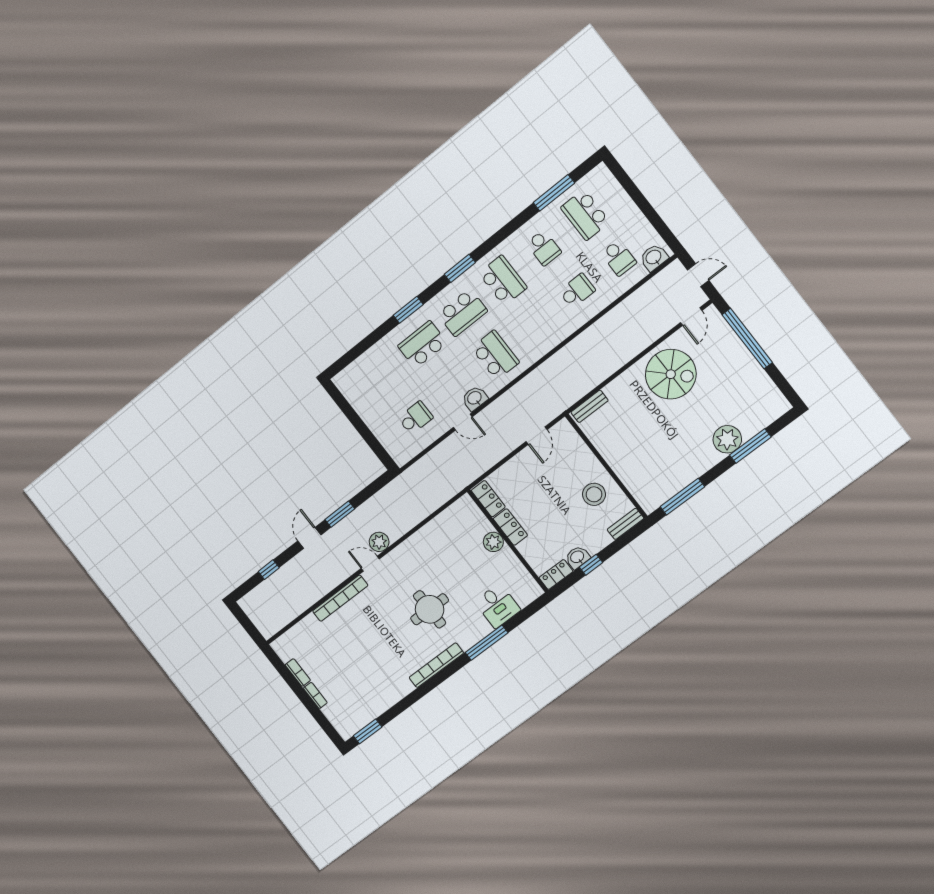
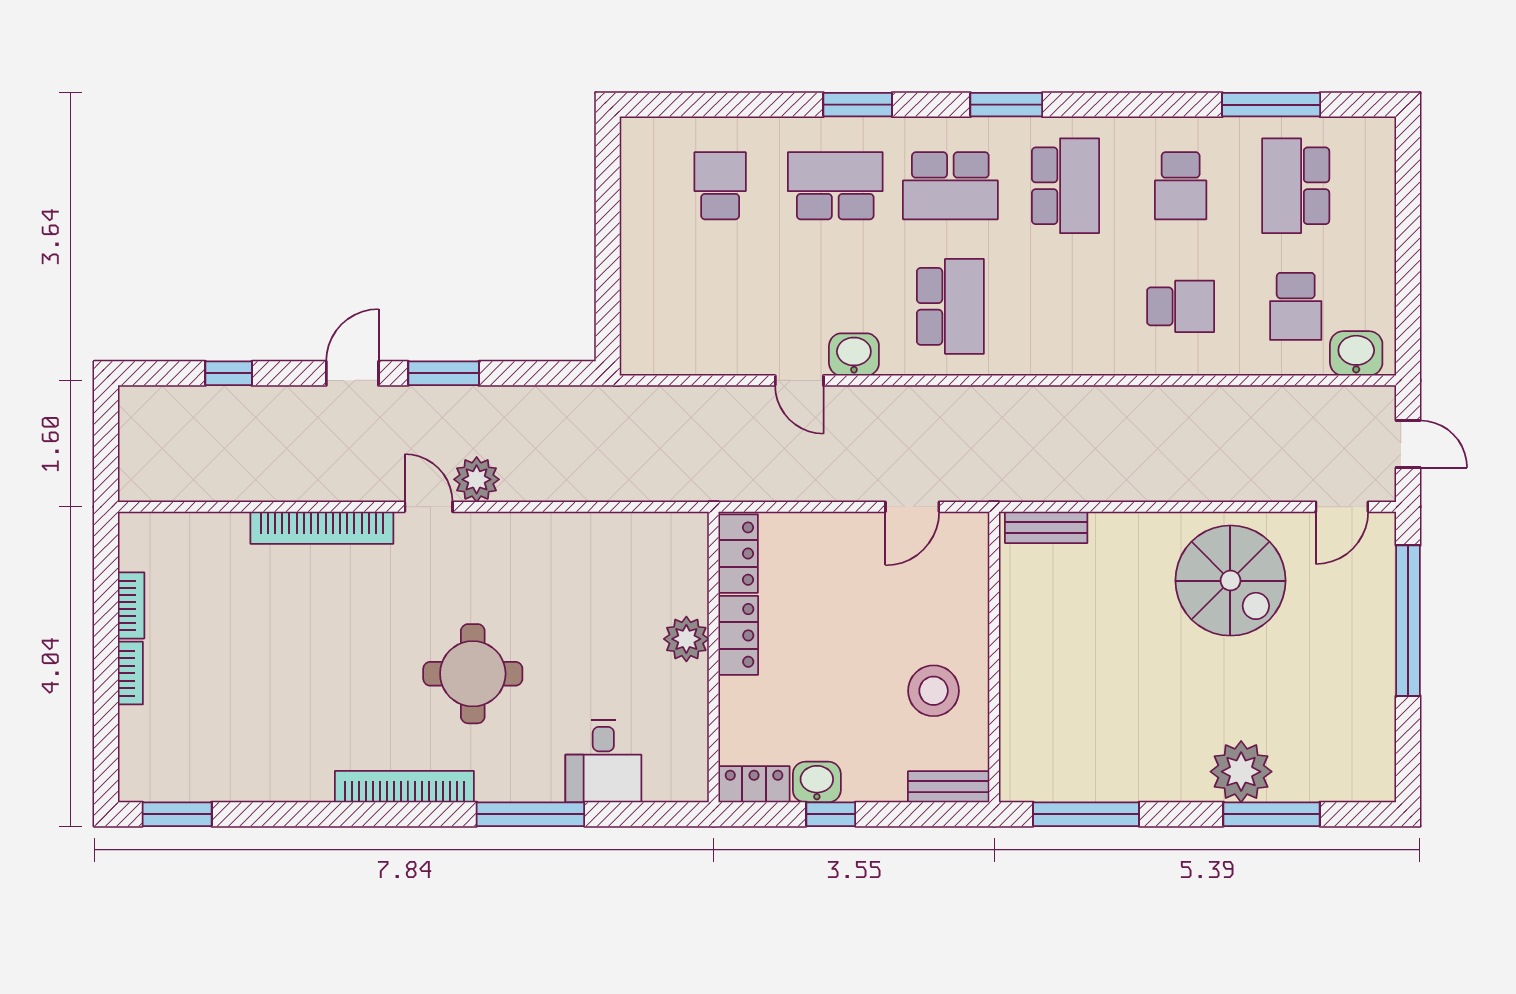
school desk: (415, 418) -> (720, 186), moved, turned -90

